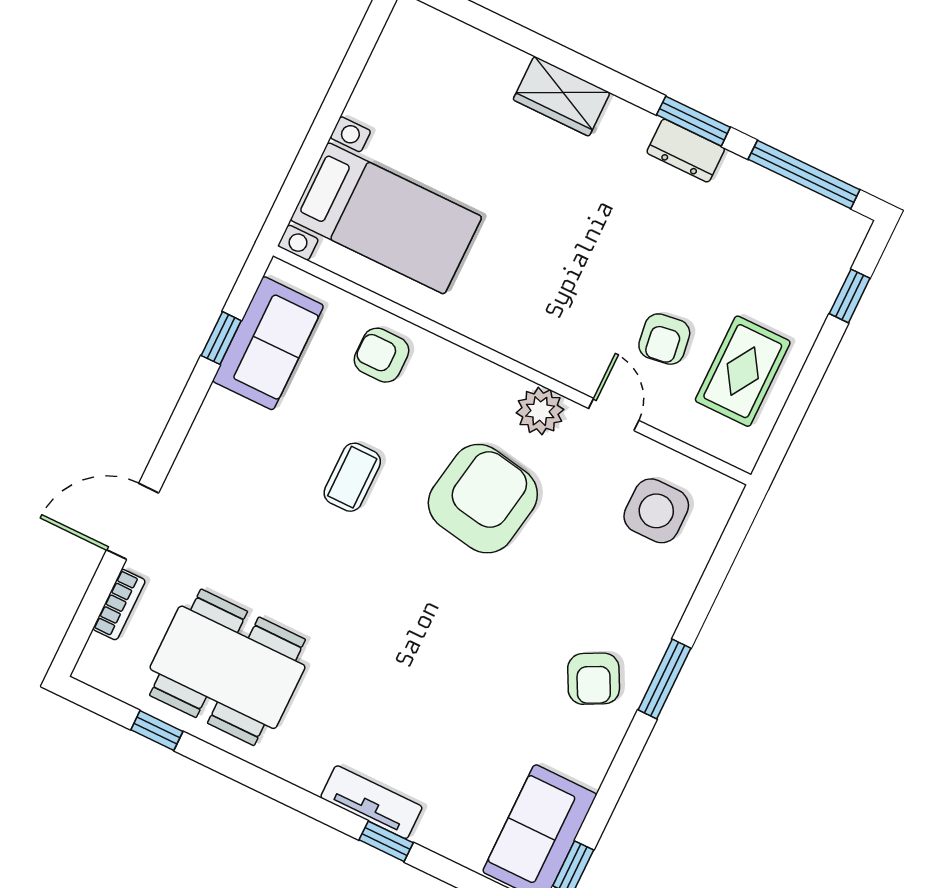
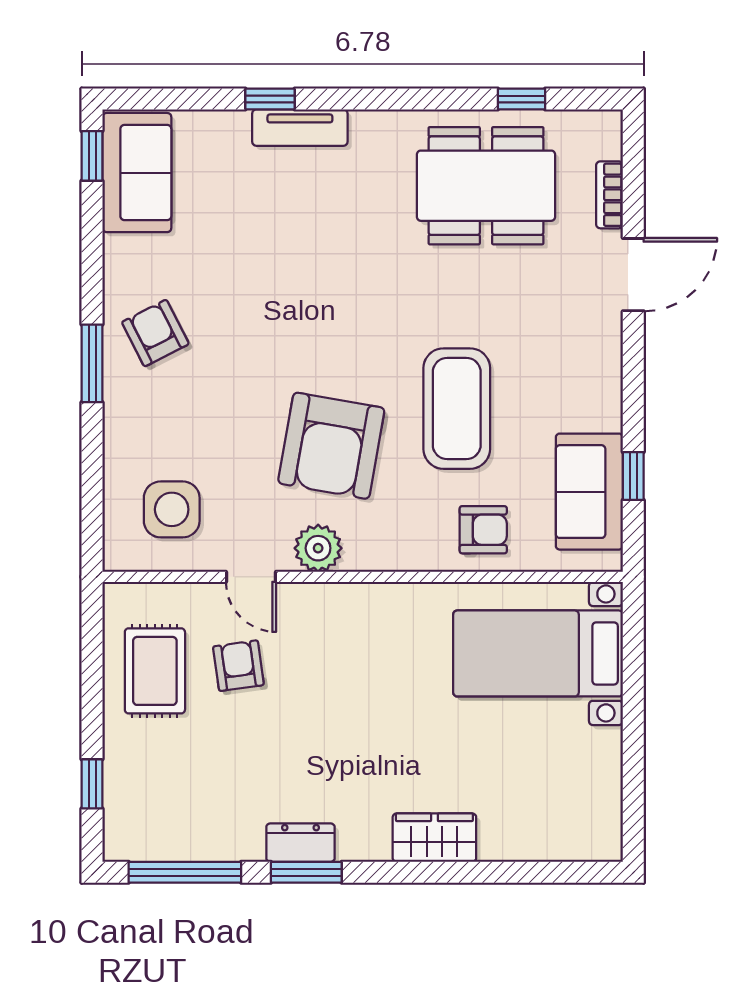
coffee table: (352, 477) -> (457, 409), width x1.86, depth x1.72

